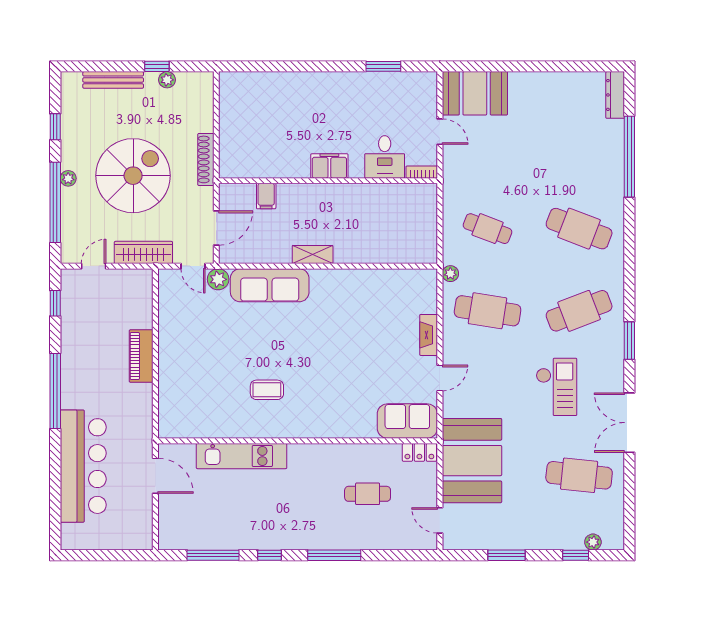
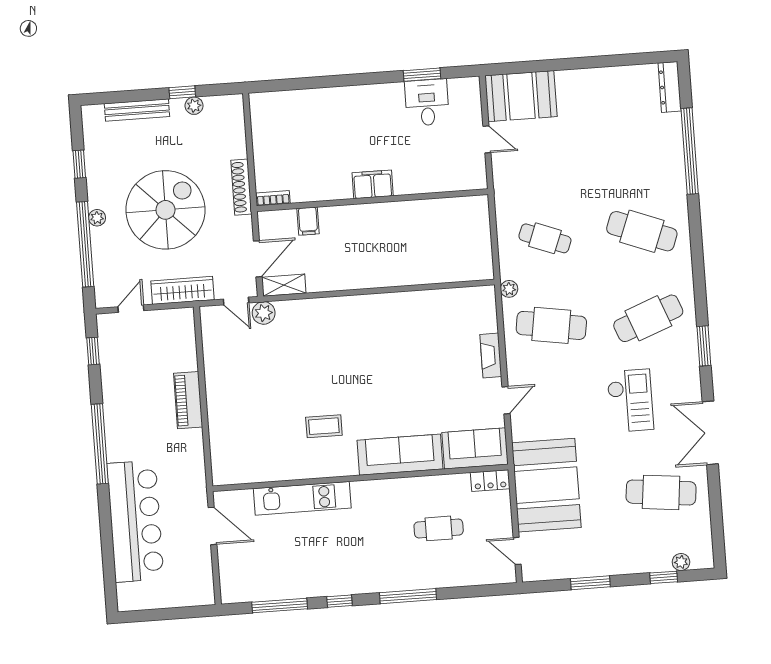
desk: (385, 157) -> (427, 103), moved, turned 180
bookcase: (422, 172) -> (273, 198), moved
shelving: (313, 255) -> (284, 285), moved
sofa: (270, 285) -> (400, 455), moved, turned 180

